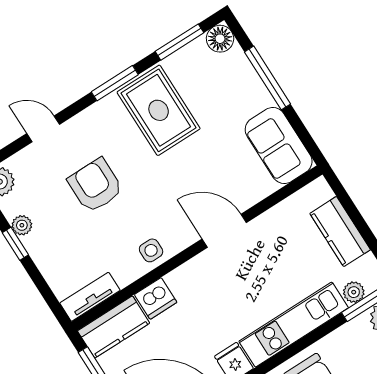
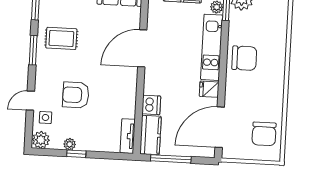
rug: (159, 110) -> (61, 38), width x0.73, depth x0.70
door: (224, 231) -> (142, 48), width x1.36
side table: (151, 250) -> (45, 117), moved

